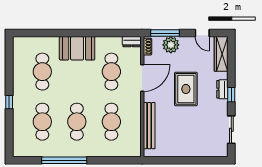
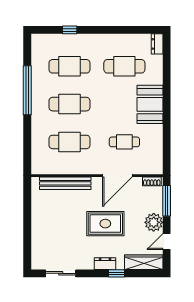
dresser: (132, 42) -> (157, 44), moved
plant: (171, 45) -> (154, 222), moved
cafe table: (111, 72) -> (124, 142), width x0.73, depth x0.74
door: (142, 78) -> (117, 176), hinge flipped
window: (231, 95) -> (117, 273), moved
window: (9, 102) -> (70, 30), moved

